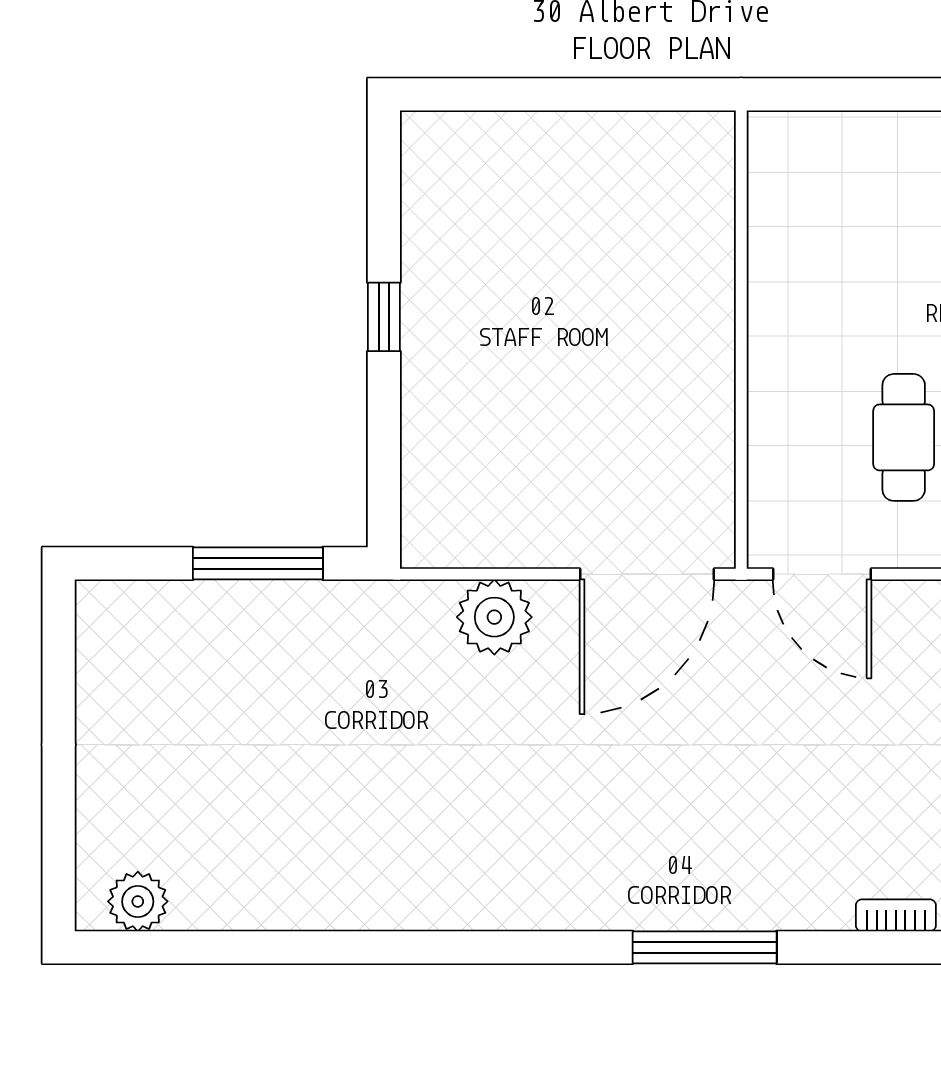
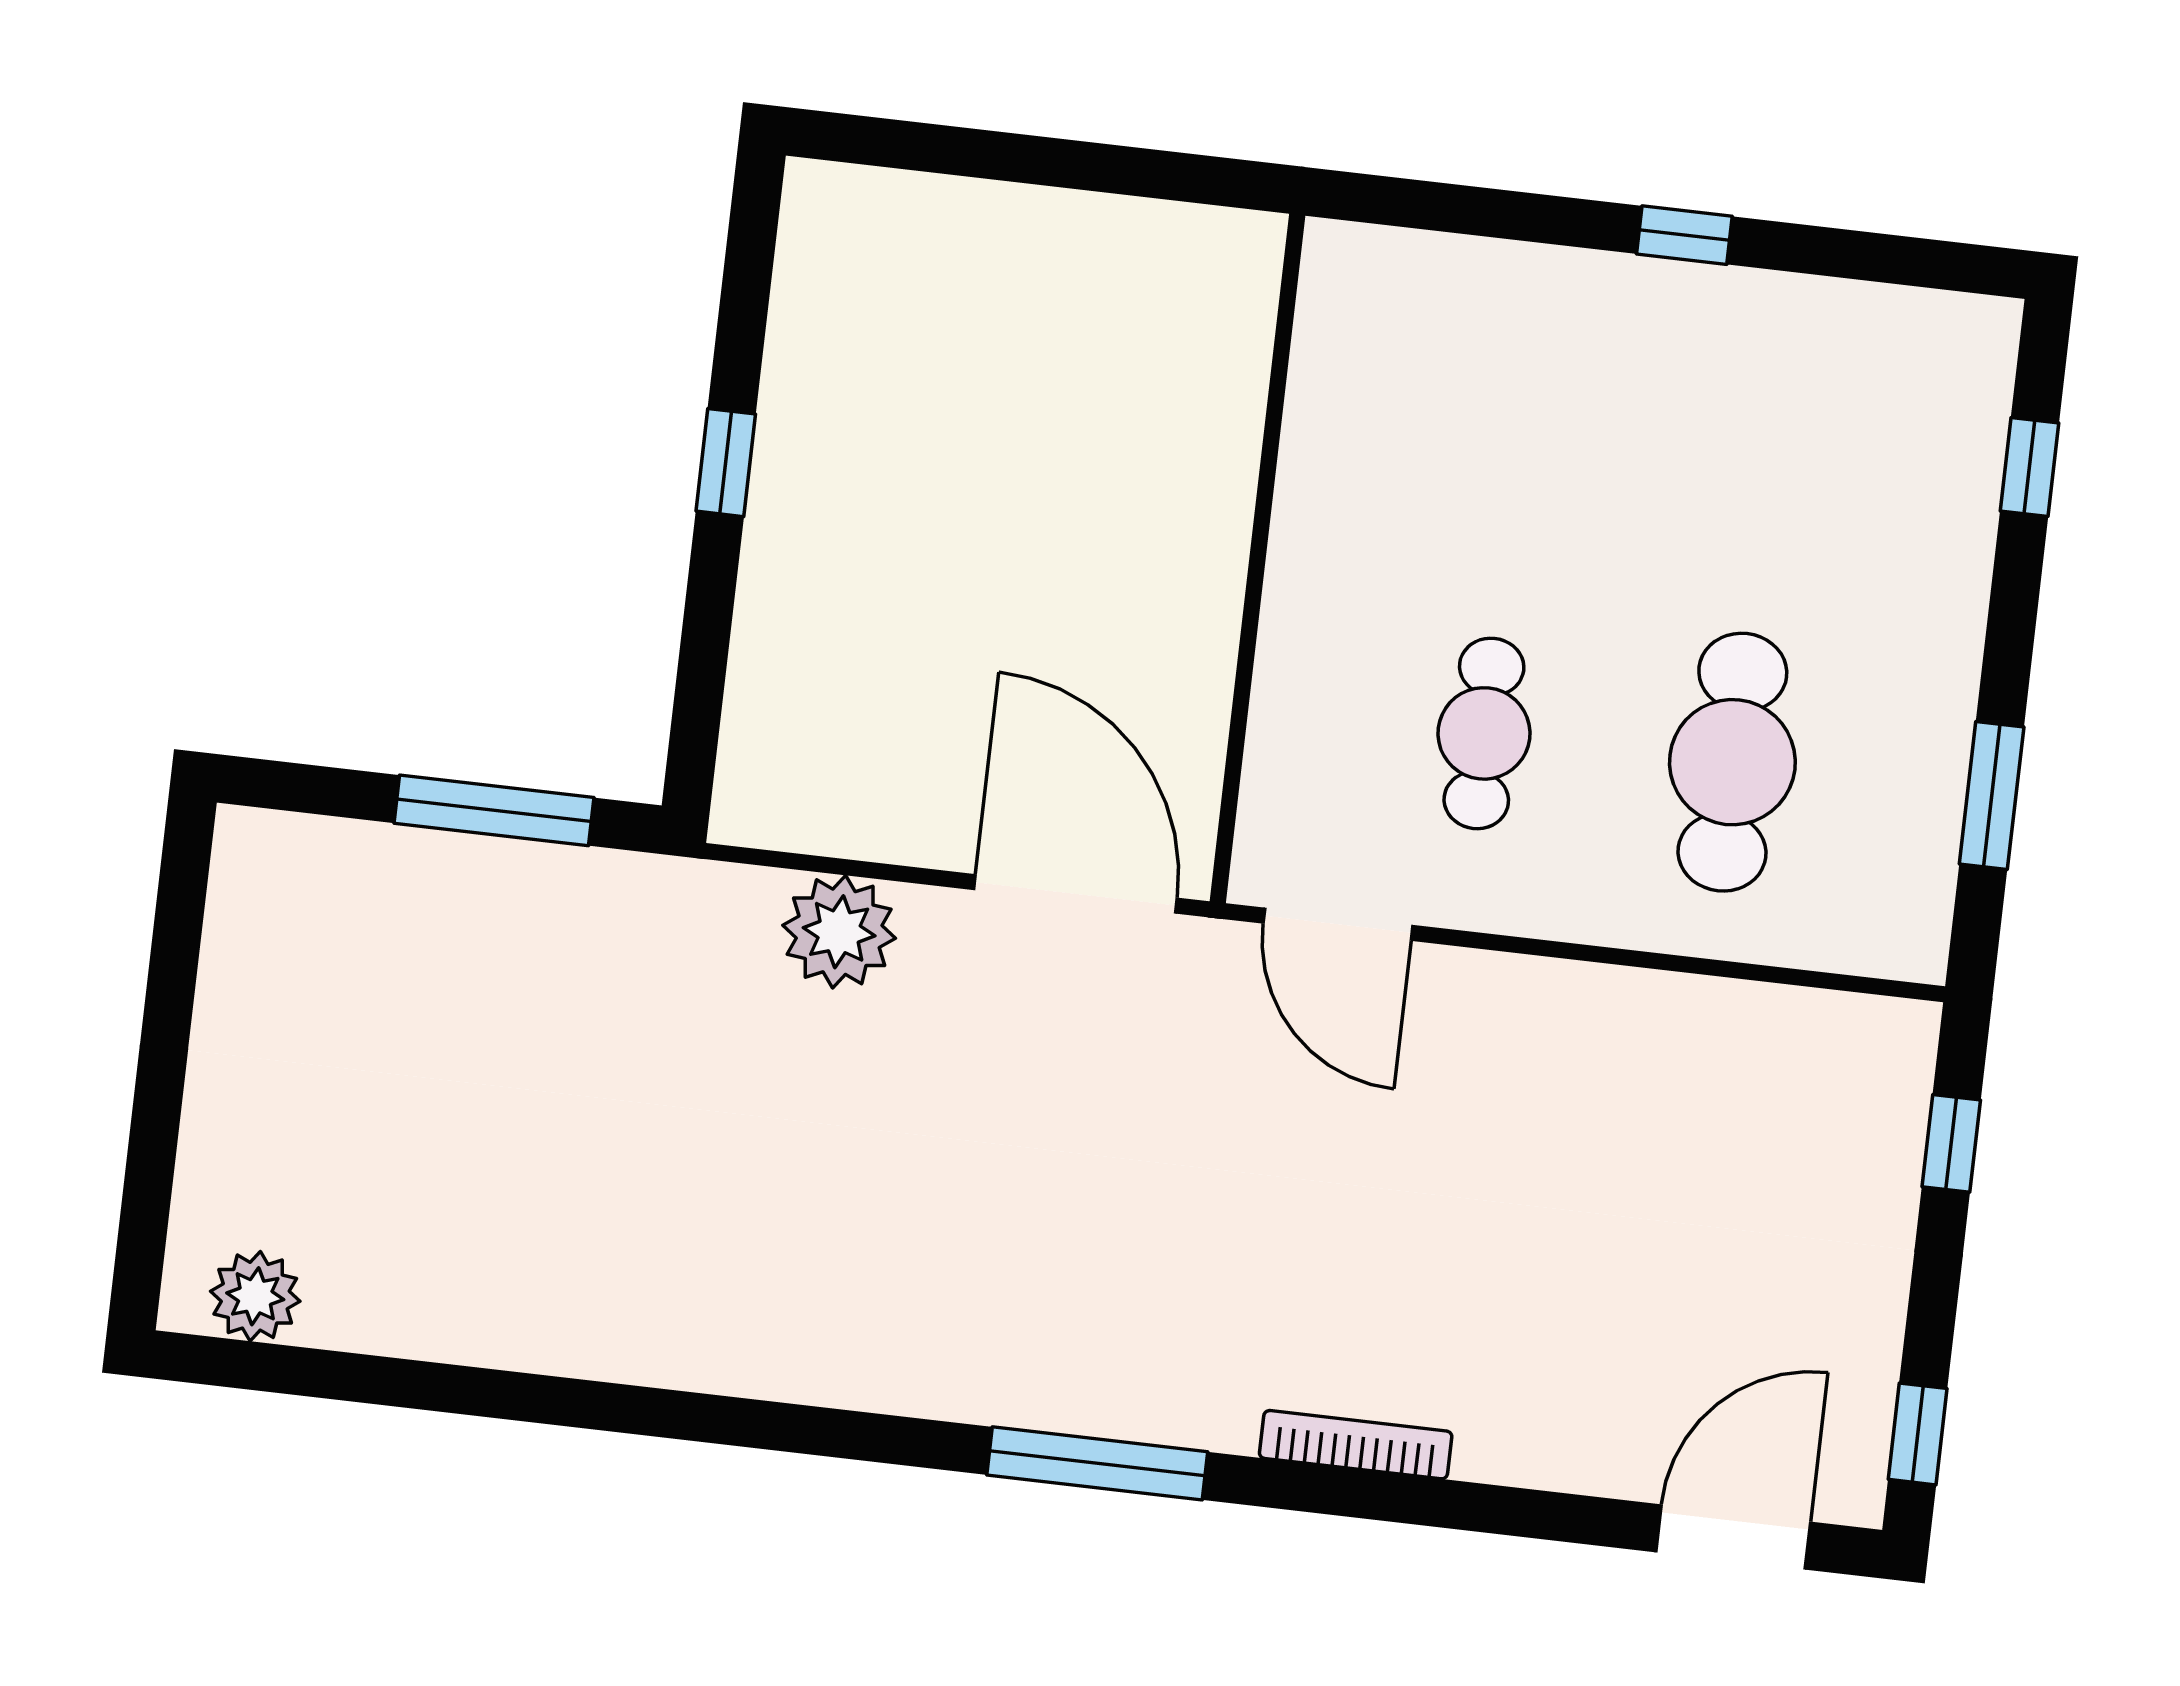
door: (647, 574) -> (1076, 894), swing flipped
bookcase: (896, 915) -> (1356, 1445), width x1.56

